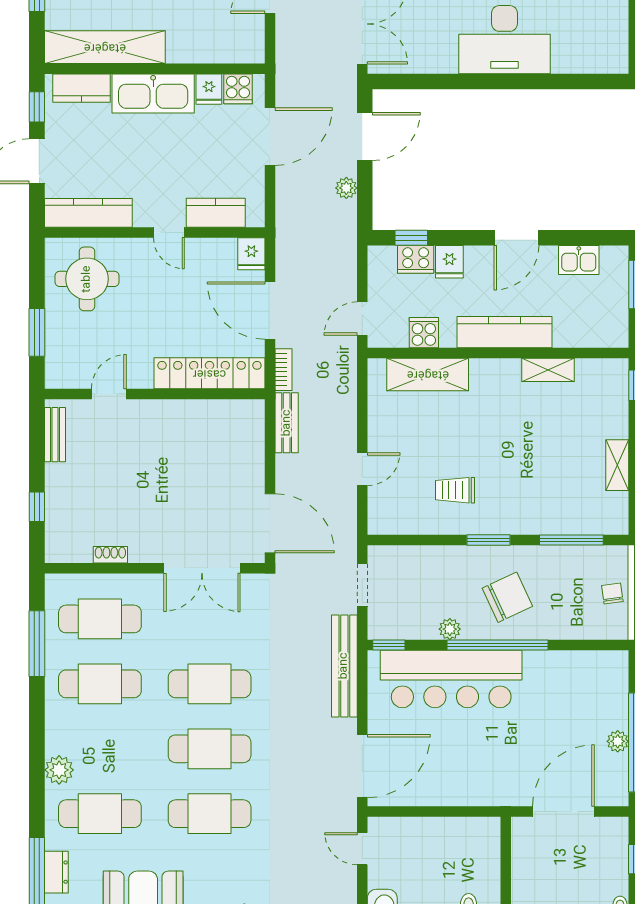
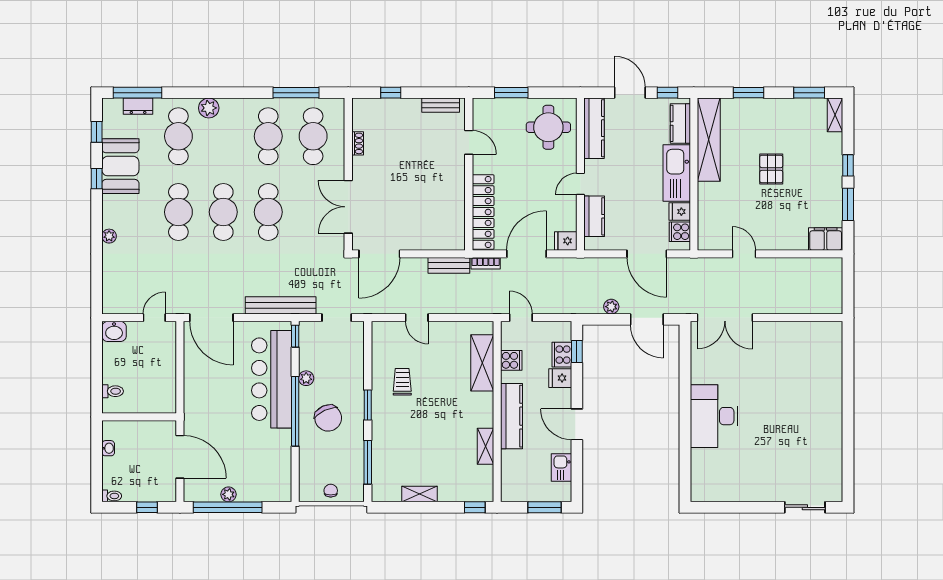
chair: (612, 594) -> (331, 491), turned -82

